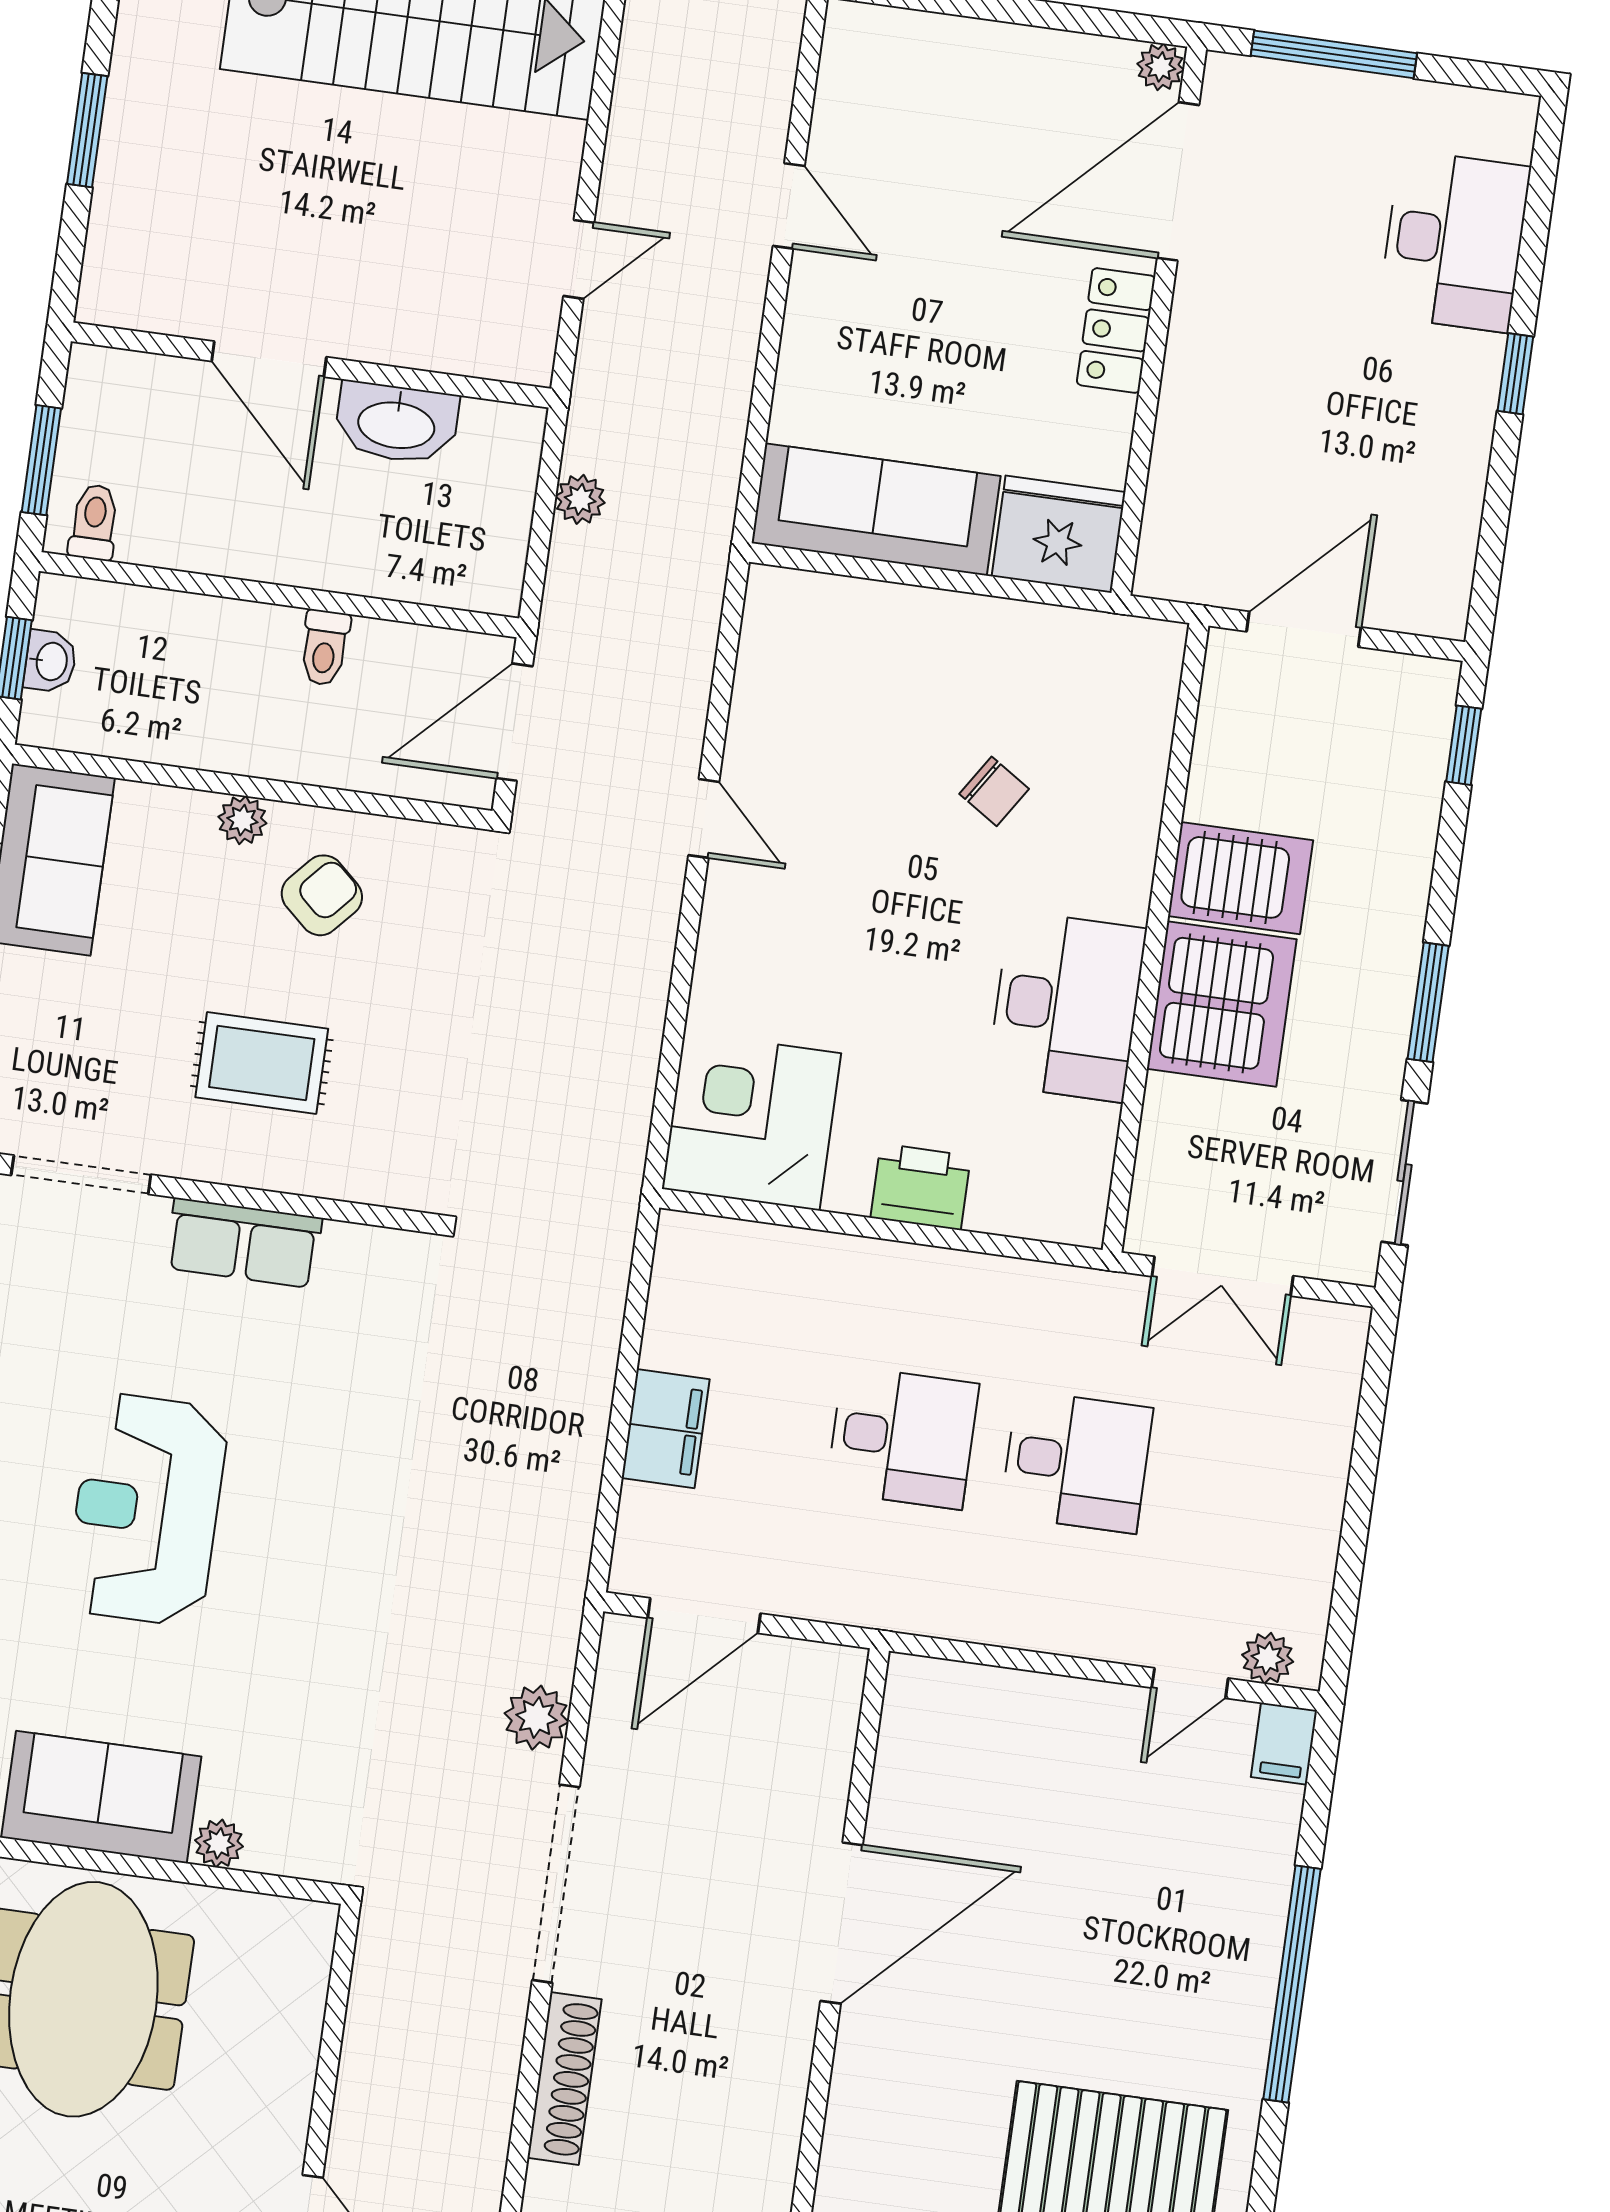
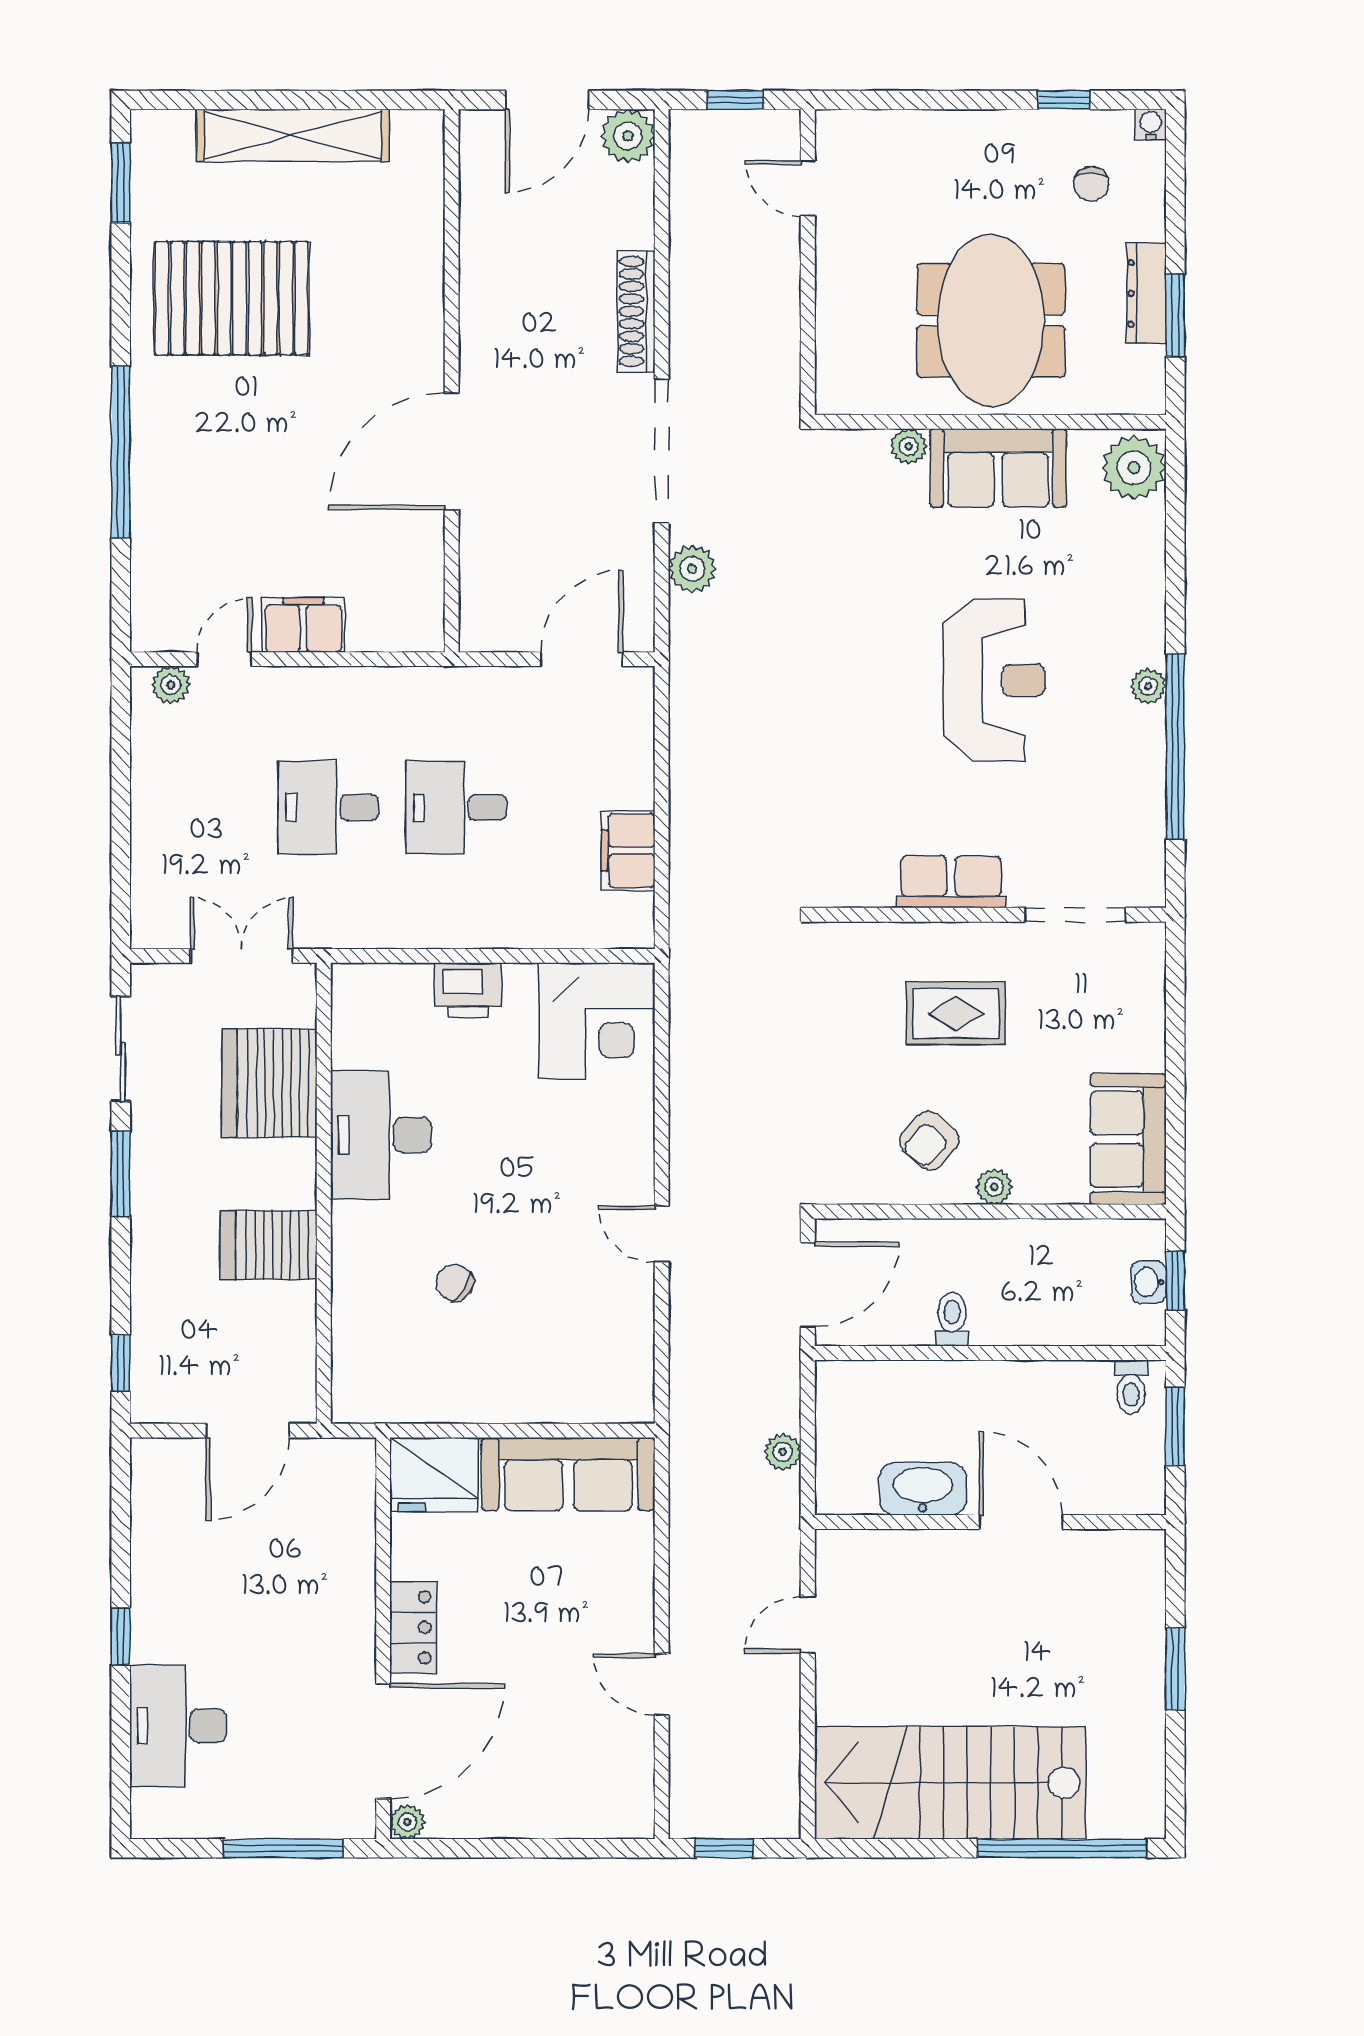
server rack: (1222, 1004) -> (269, 1083), moved
filing cabinet: (666, 1429) -> (628, 851), moved
filing cabinet: (1284, 1744) -> (303, 625), moved, width x2.00

